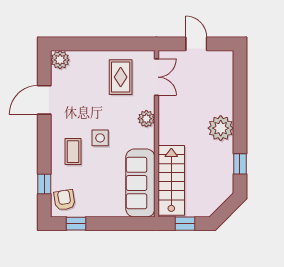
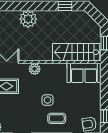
plant: (221, 128) -> (28, 19), moved
sofa: (140, 183) -> (84, 73), width x0.73

